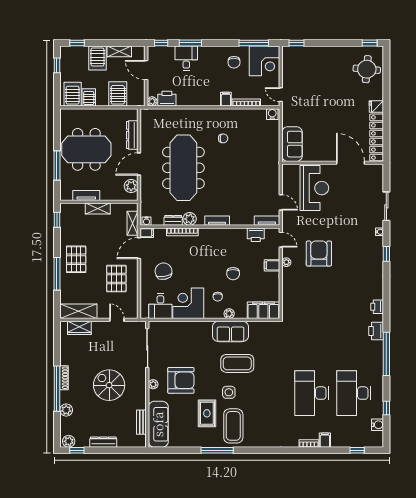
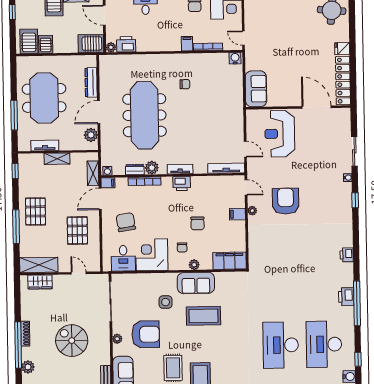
server rack: (118, 94) -> (91, 44), moved, turned -90
meeting table: (86, 149) -> (44, 98), turned 90
reception desk: (314, 188) -> (280, 134), turned 180
tv unit: (267, 221) -> (226, 168), width x1.41
printer: (256, 235) -> (182, 184), moved
printer: (376, 331) -> (346, 297), moved
side table: (229, 392) -> (166, 302), moved

